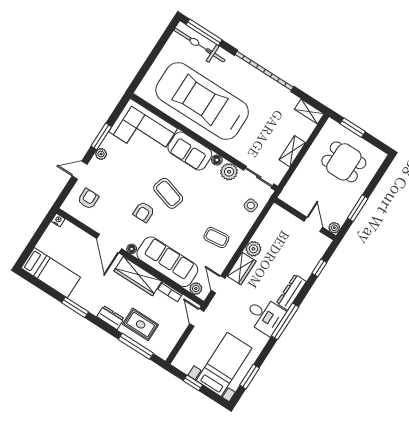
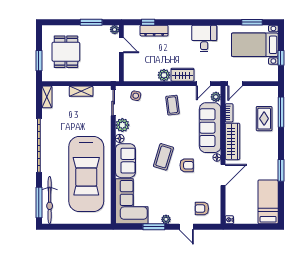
door: (313, 224) -> (121, 45), swing flipped
dresser: (291, 292) -> (154, 31), moved
dresser: (110, 318) -> (273, 142), removed
window: (285, 321) -> (199, 22), removed

